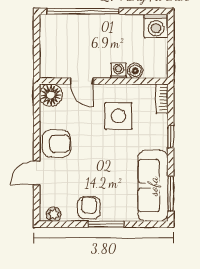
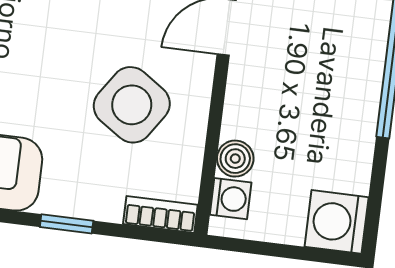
washing machine: (119, 71) -> (231, 199), moved
side table: (118, 116) -> (132, 105), turned 34

